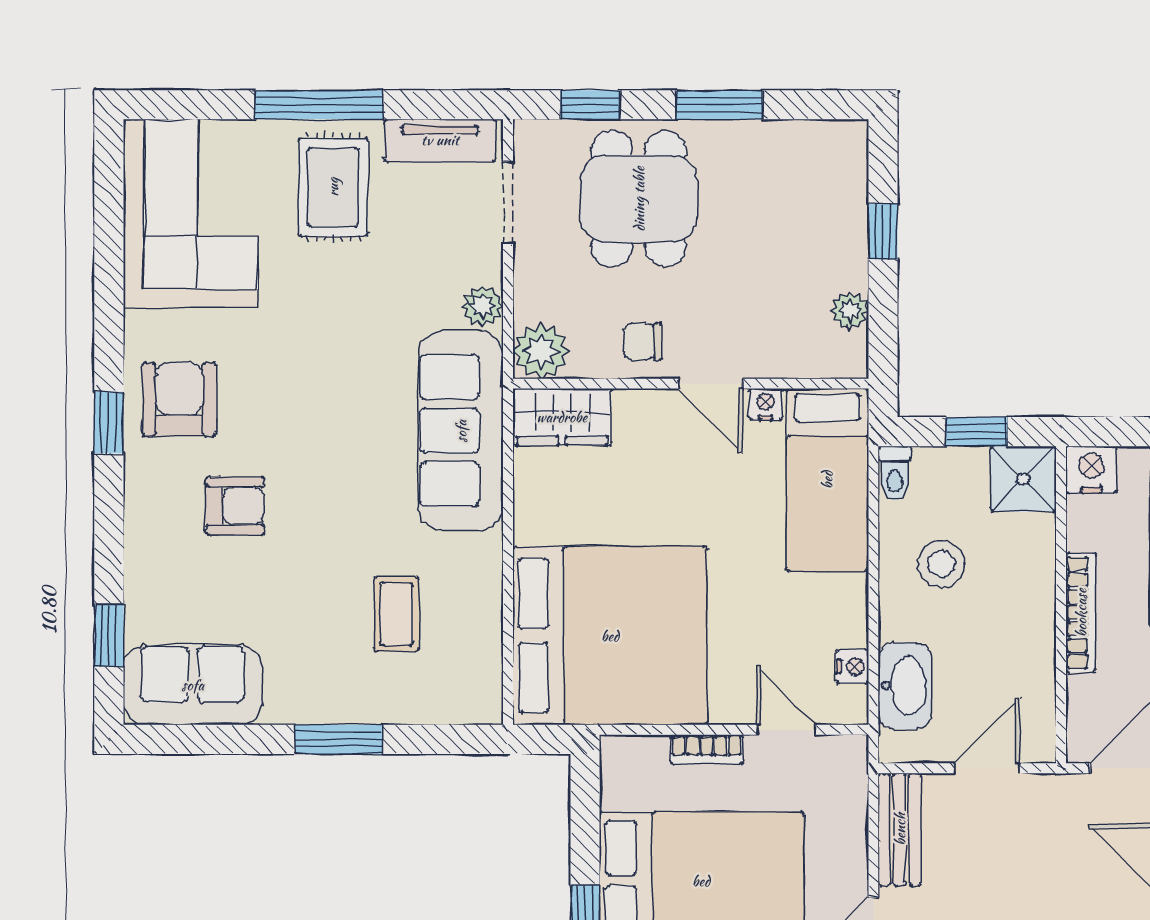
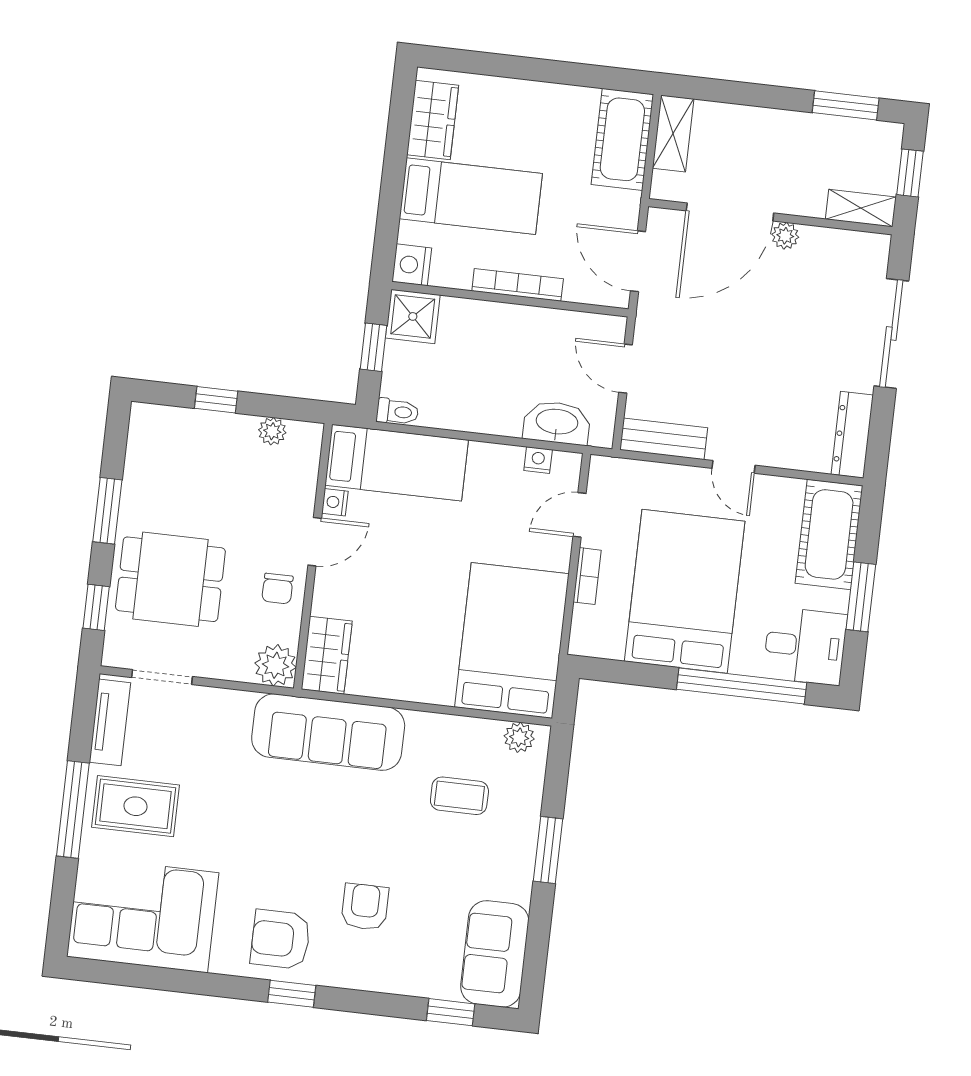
plant: (483, 306) -> (519, 737), moved
stool: (941, 564) -> (469, 385), removed
bed: (610, 636) -> (512, 640), width x0.73

